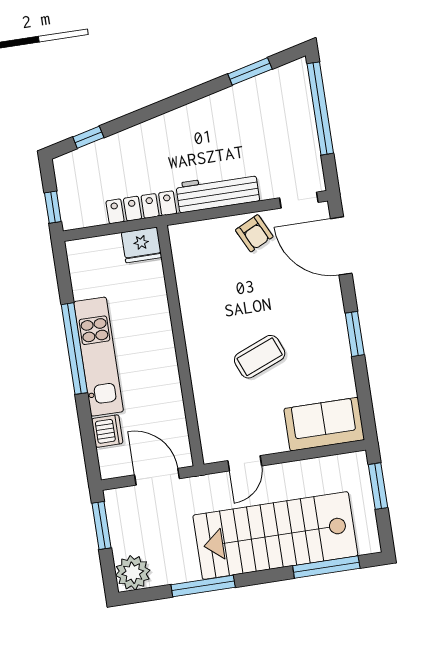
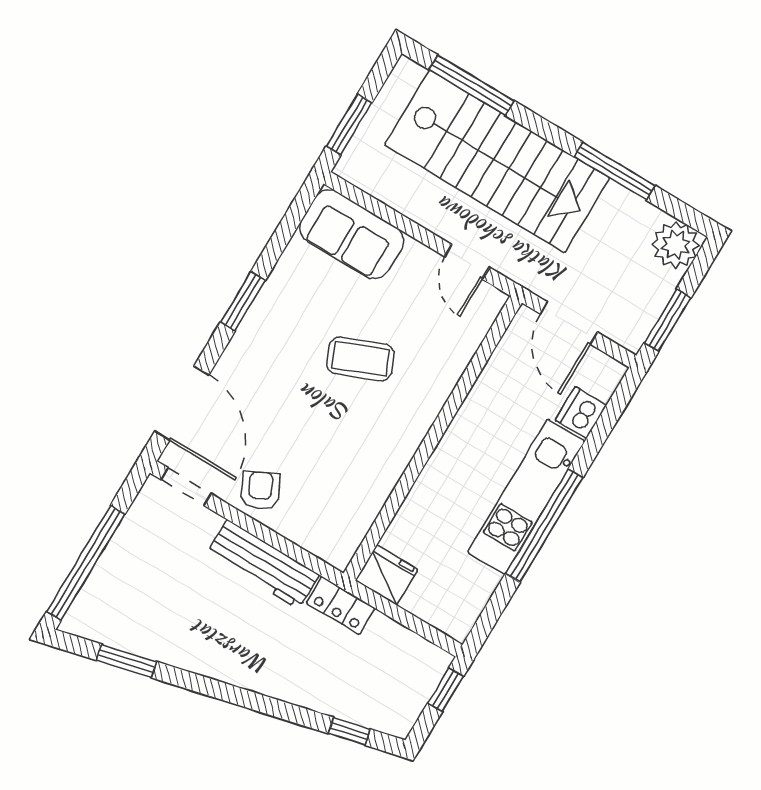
locker: (141, 207) -> (341, 606), width x0.66
door: (245, 463) -> (467, 262), swing flipped

